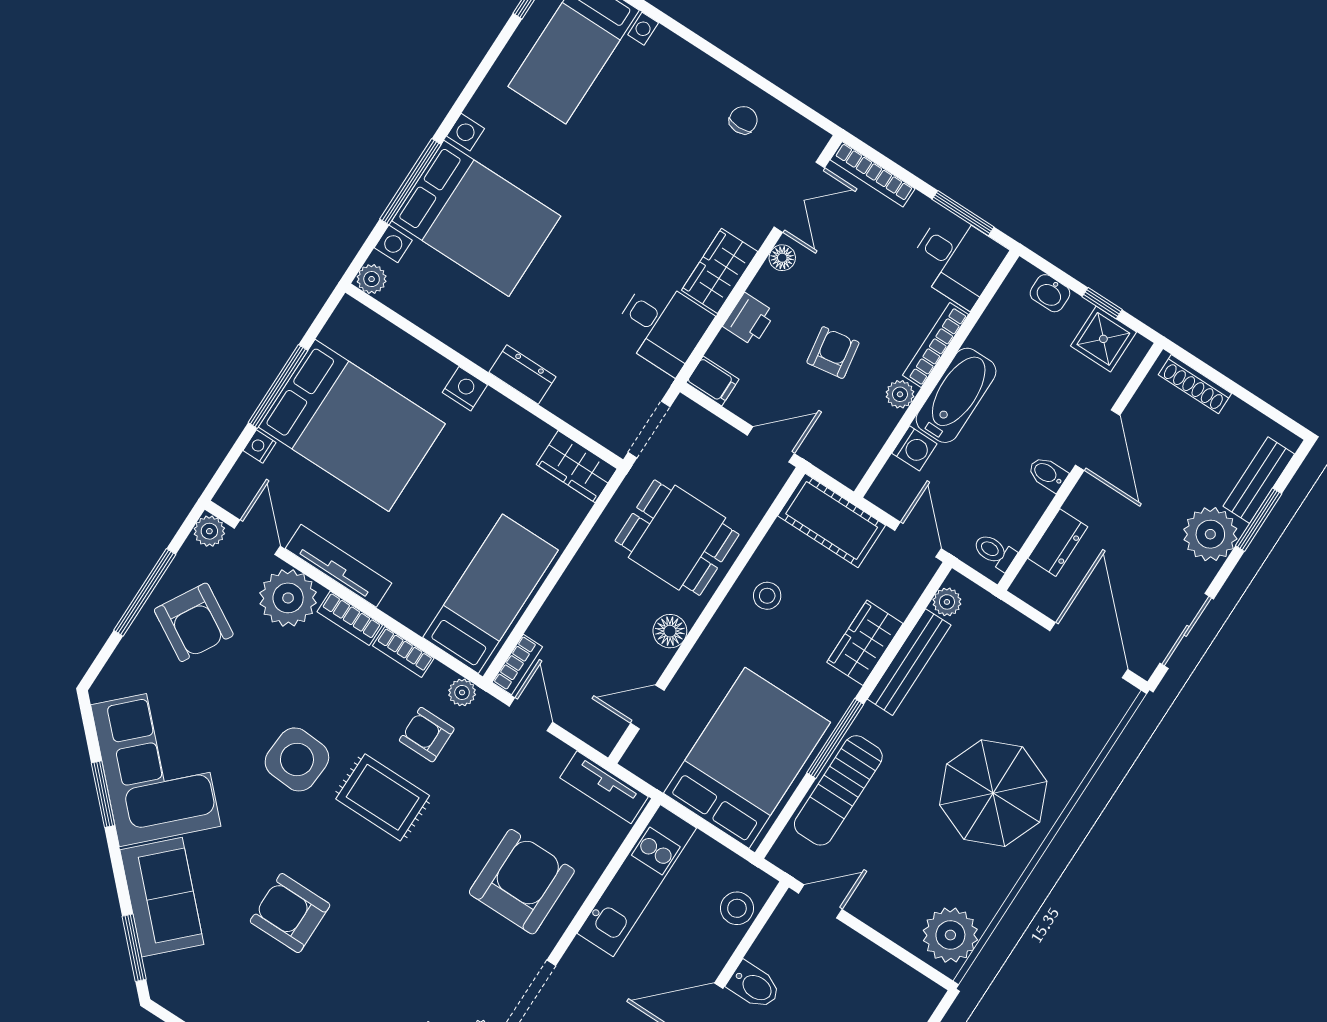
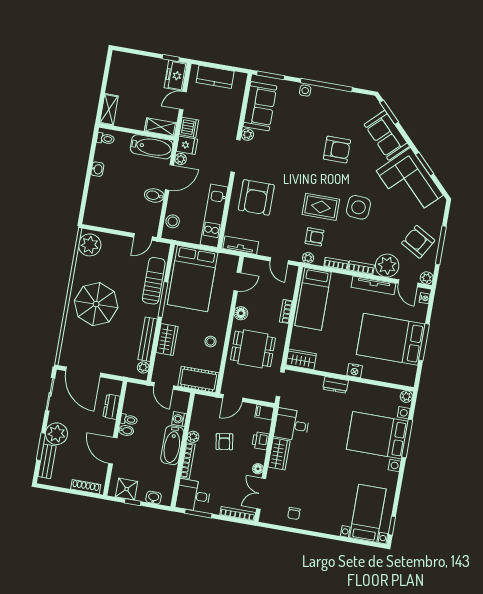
nightstand: (260, 447) -> (425, 298), moved
toilet: (995, 552) -> (129, 420), moved
bookcase: (517, 665) -> (286, 311), moved

